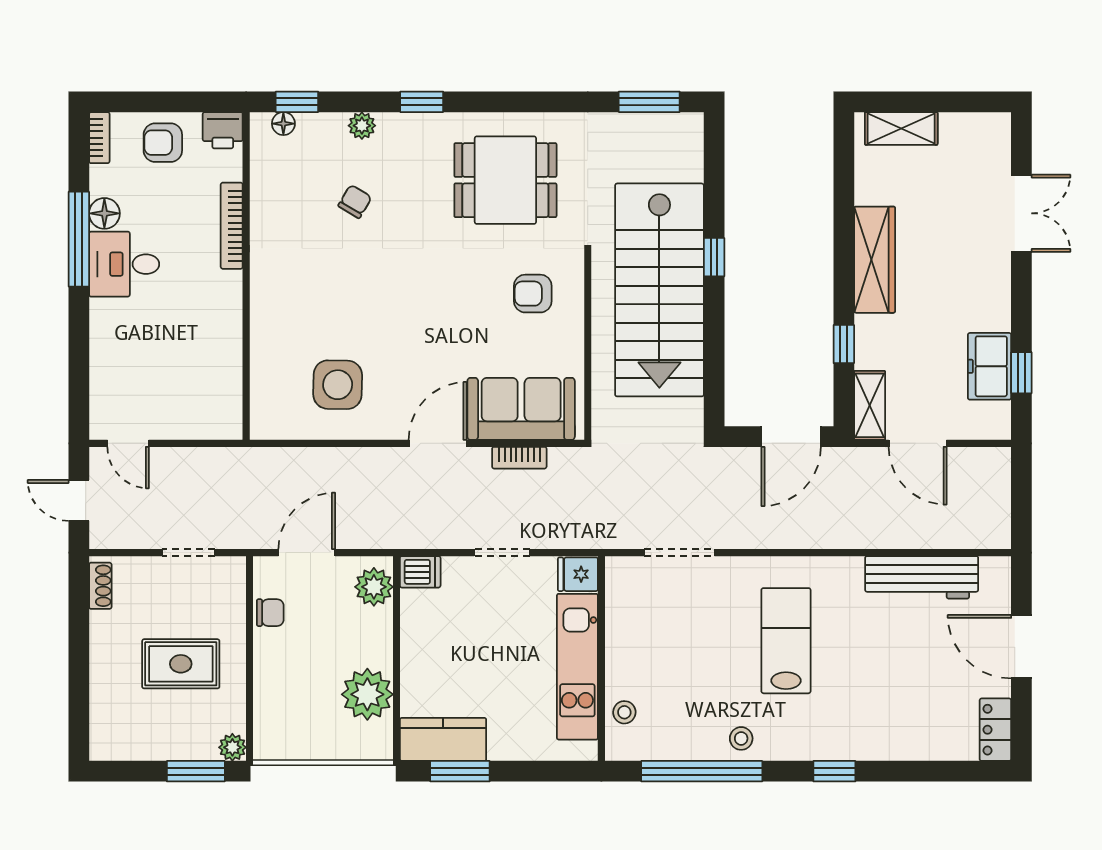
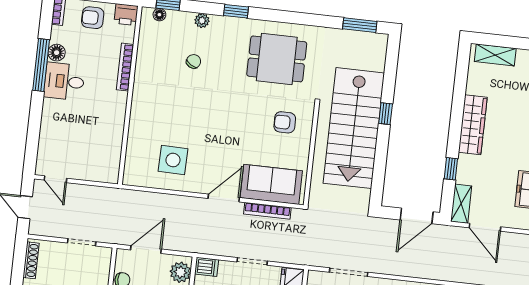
bookcase: (519, 458) -> (267, 211), width x1.56
shoe rack: (100, 586) -> (31, 260), width x1.43

